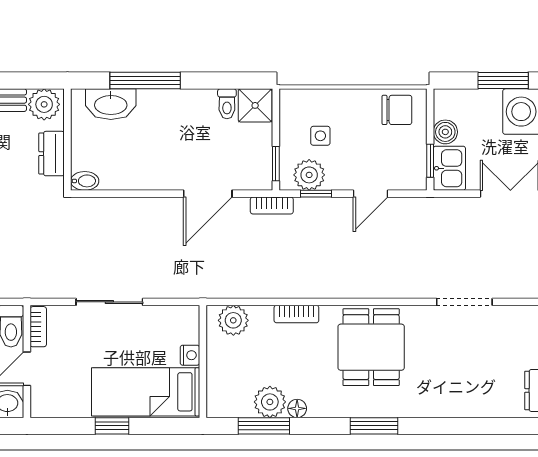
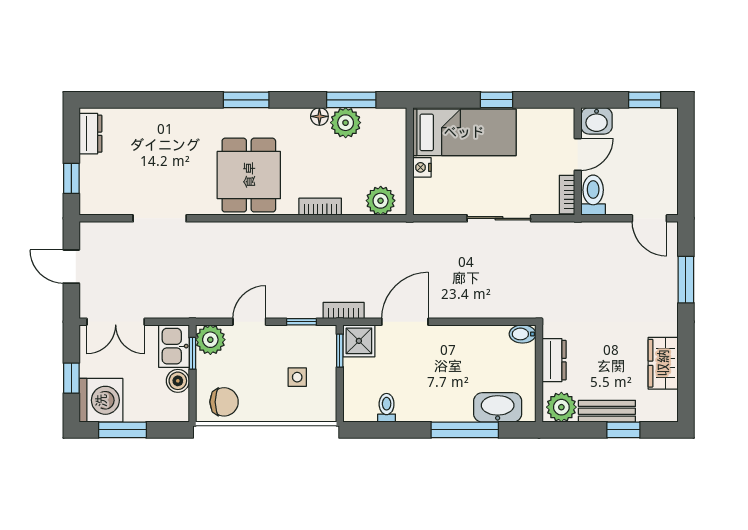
shower: (255, 105) -> (359, 341), moved
chair: (397, 110) -> (224, 402), turned 180
plant: (309, 175) -> (210, 340), moved

